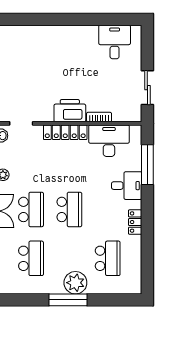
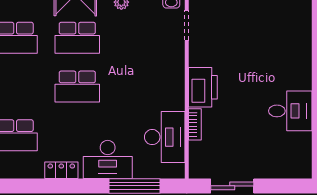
desk: (115, 42) -> (290, 111), moved
locker: (65, 132) -> (175, 81), removed
desk: (127, 186) -> (108, 159), width x1.37

